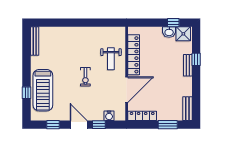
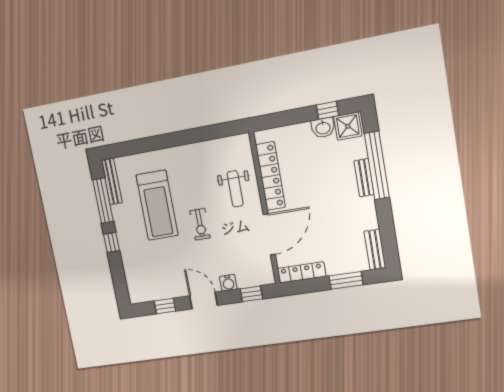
window: (27, 52) -> (103, 201), added
window: (196, 59) -> (377, 165), width x3.17
treadmill: (43, 90) -> (157, 205), moved
window: (27, 93) -> (112, 242), moved
water cooler: (109, 116) -> (228, 283), moved
window: (99, 125) -> (251, 294), moved

